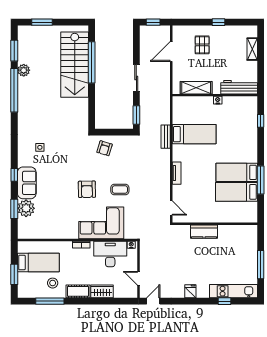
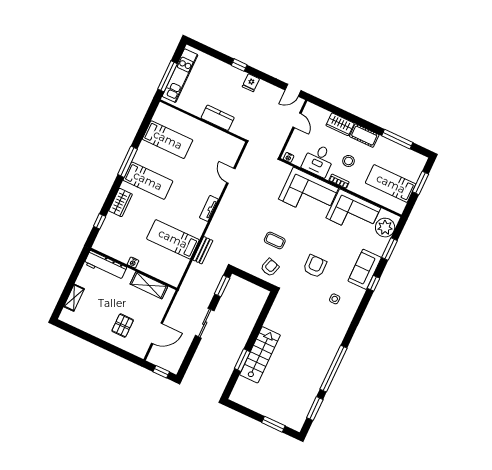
window: (218, 22) -> (95, 341), removed
window: (92, 62) -> (242, 360), width x0.47
stairs: (75, 65) -> (260, 355), width x0.73, depth x0.66
plant: (24, 70) -> (315, 384), removed
wardrobe: (251, 144) -> (121, 203), added
armchair: (87, 189) -> (315, 266), moved
coffee table: (120, 189) -> (275, 240), moved
bed: (236, 192) -> (168, 140), moved
plant: (26, 208) -> (385, 228), moved
corner sofa: (57, 224) -> (353, 213), added
wall: (215, 224) -> (203, 121), moved
kitchen counter: (204, 232) -> (218, 118), moved
desk: (110, 254) -> (319, 160), width x0.73
stool: (53, 283) -> (348, 161), moved
kitchen unit: (234, 291) -> (180, 76), moved, turned -90
window: (224, 301) -> (239, 65), moved

